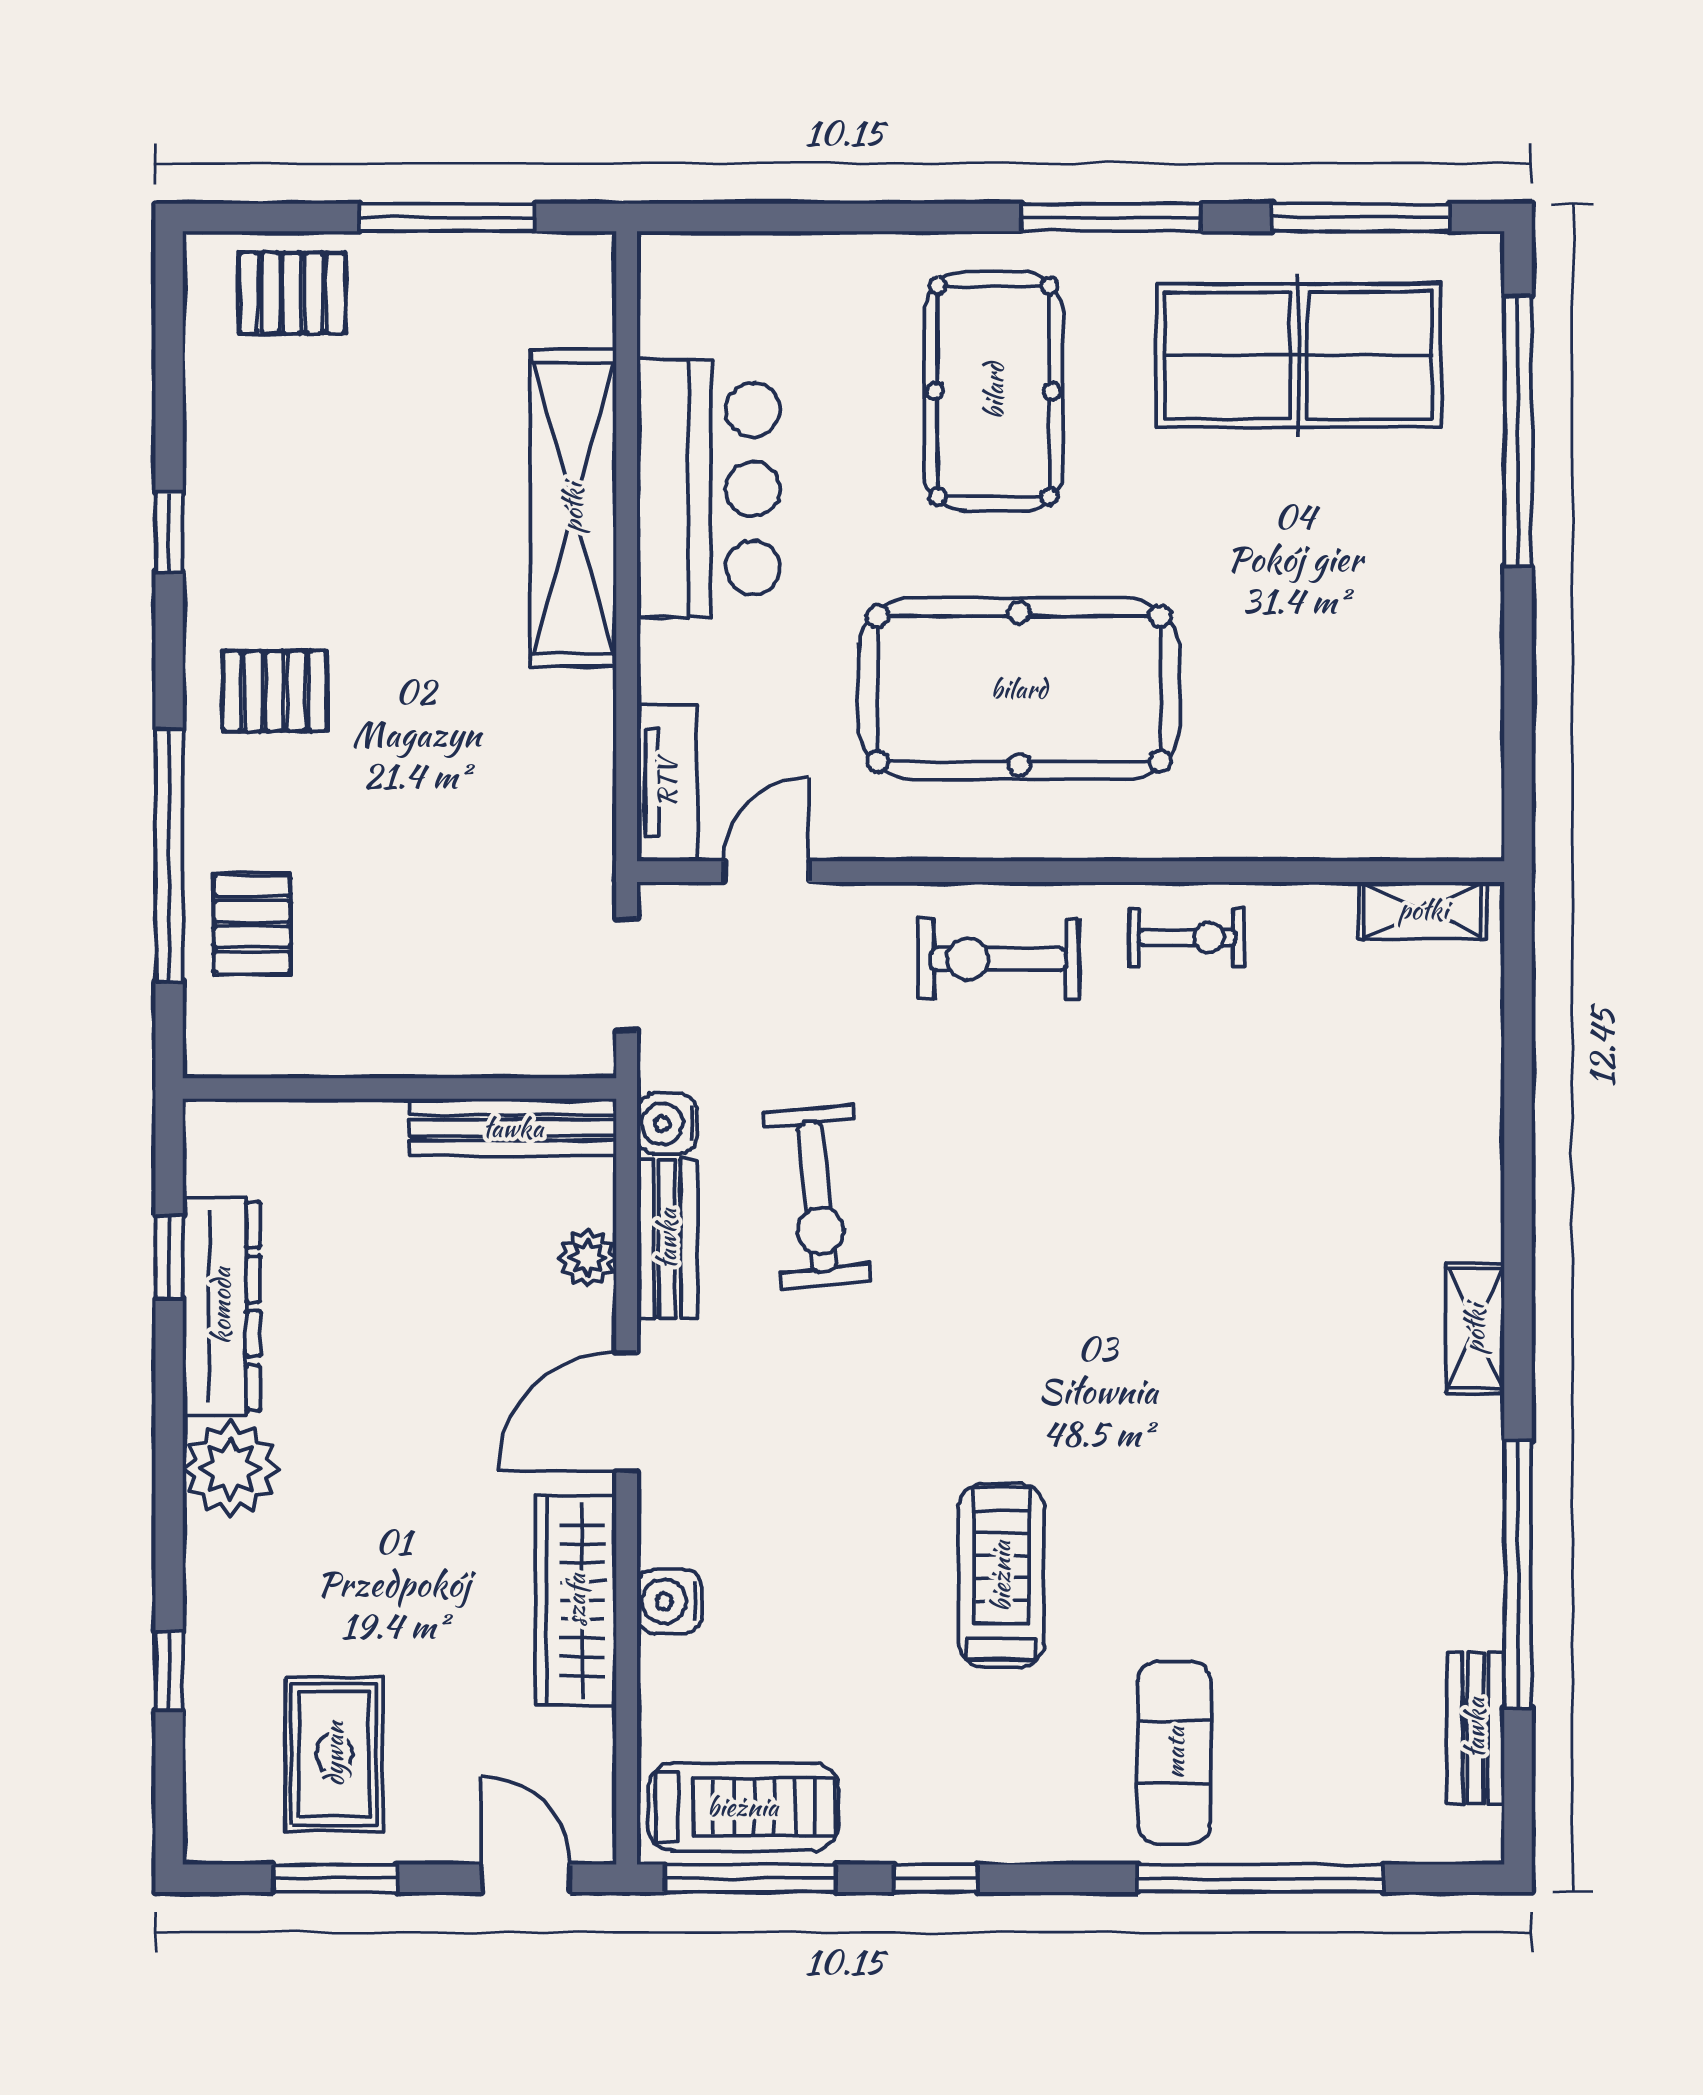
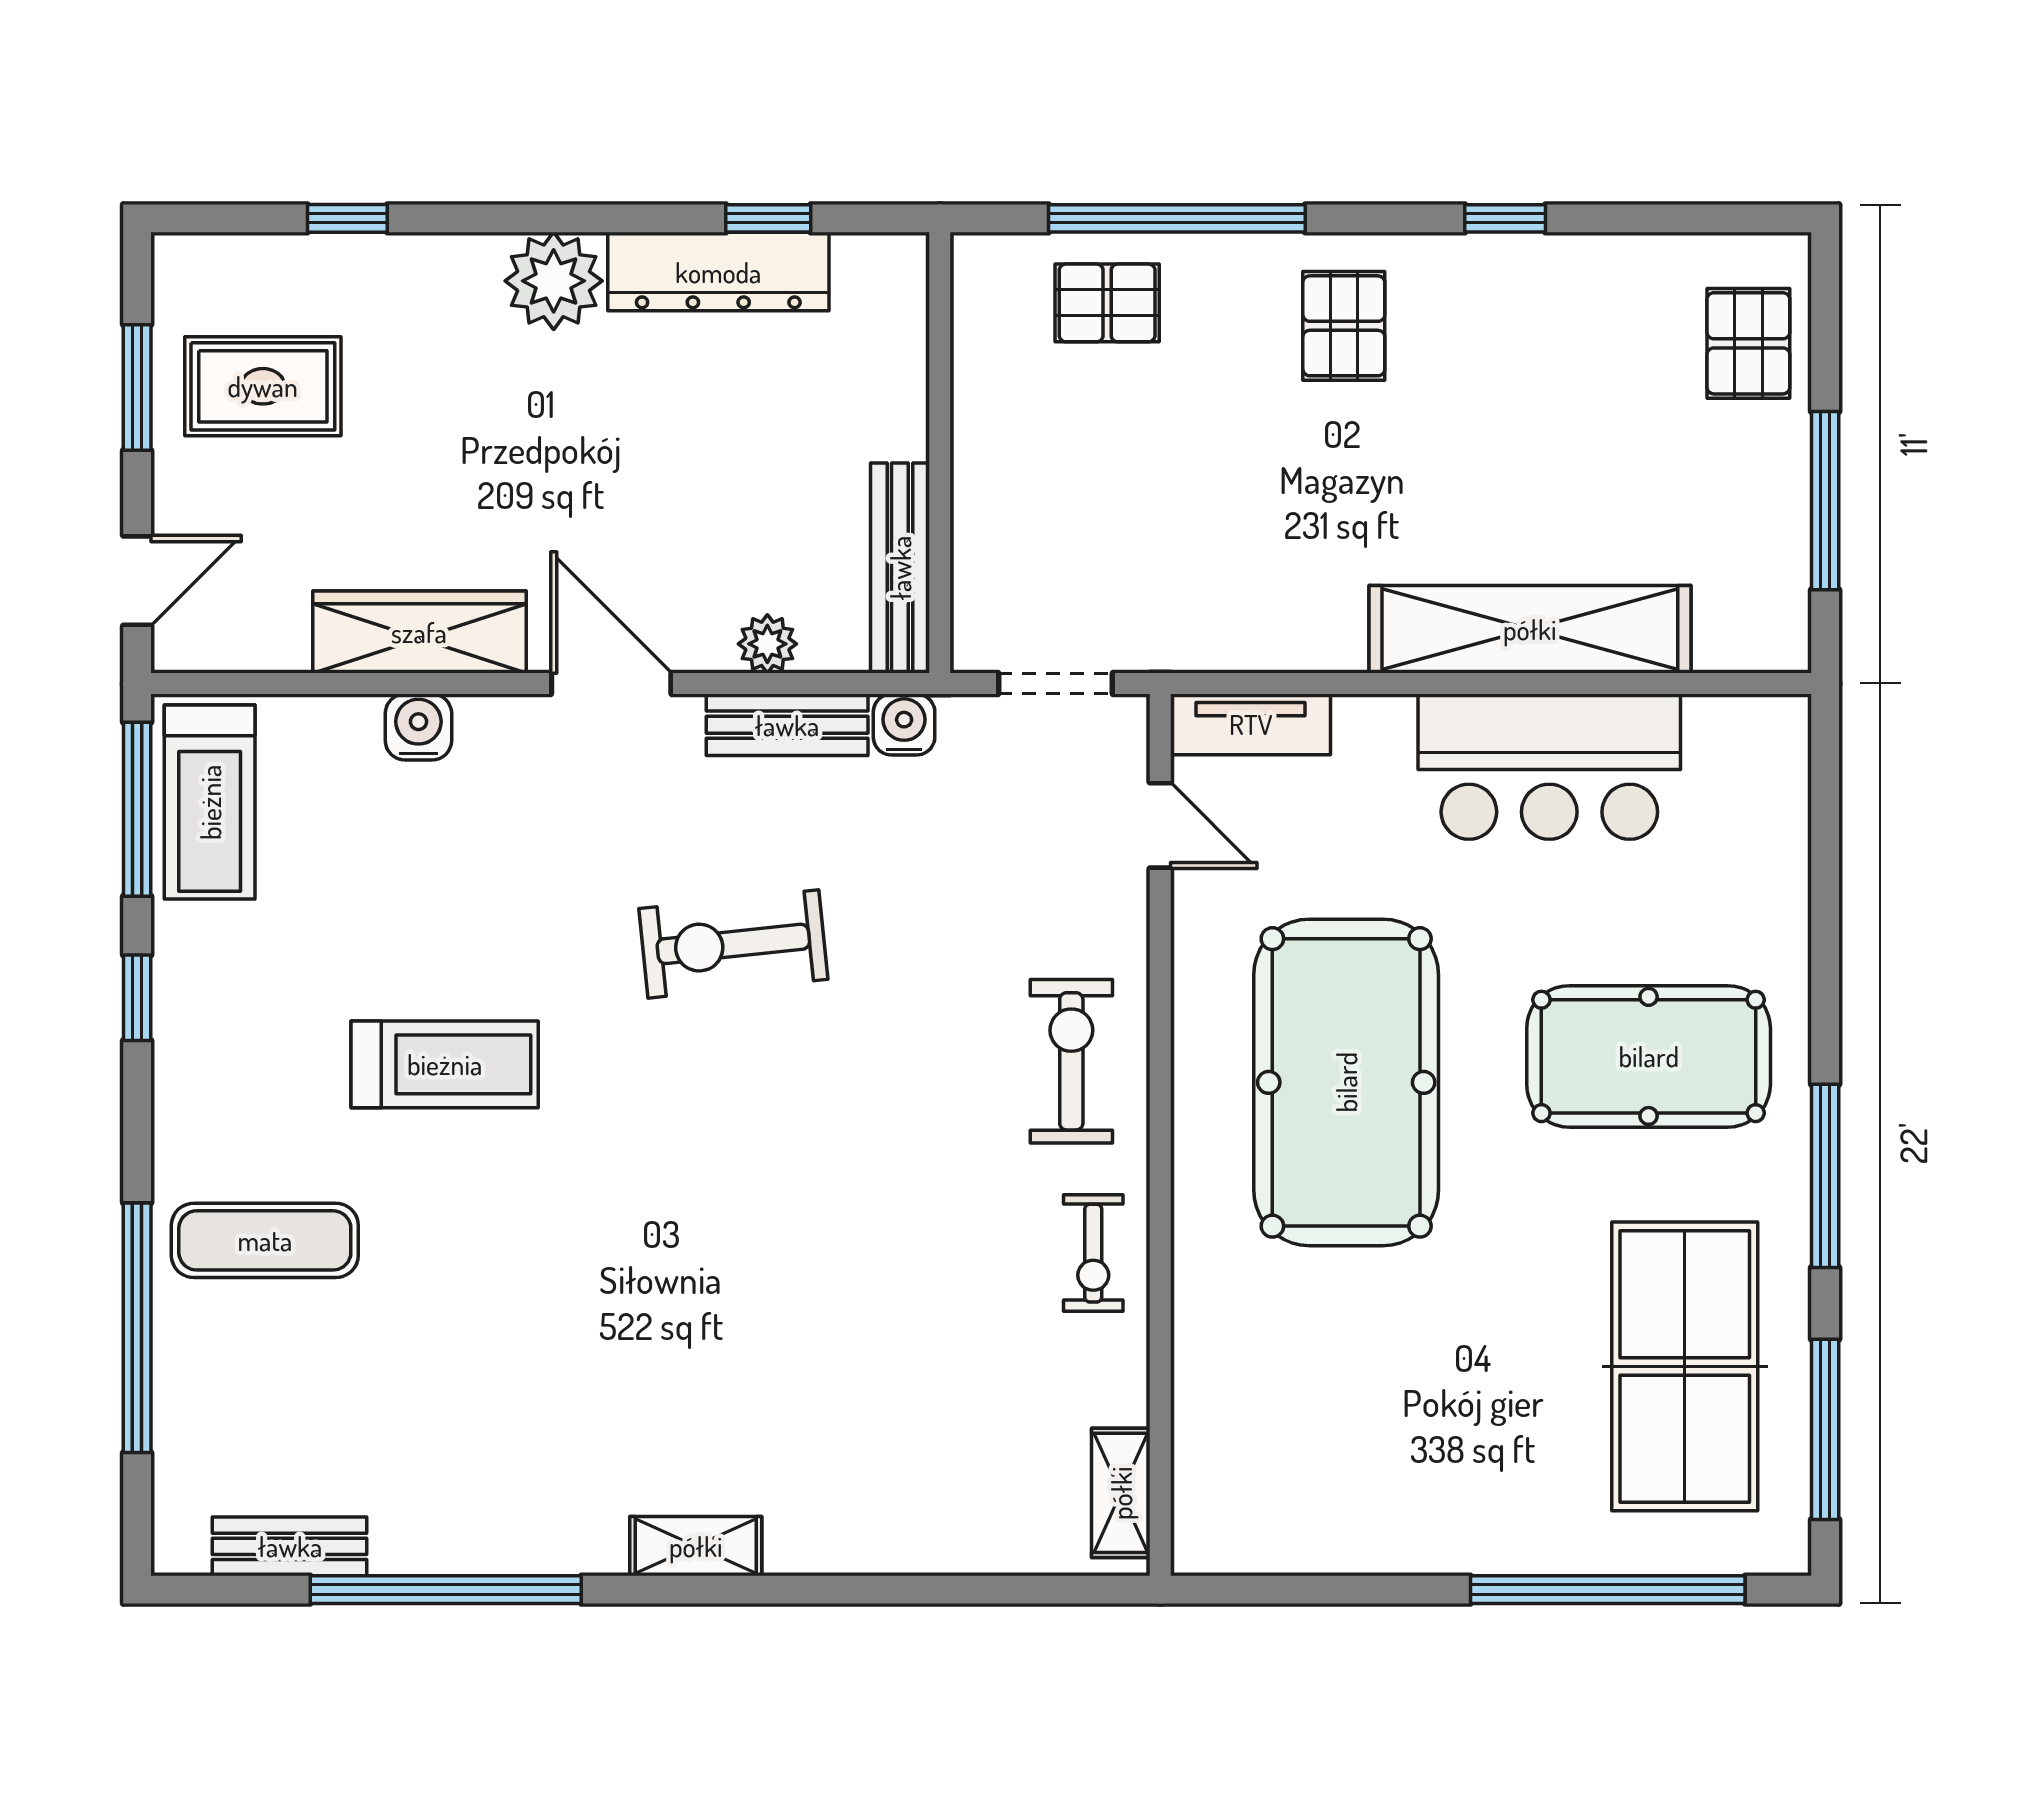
exercise bike: (817, 1197) -> (733, 944), moved

